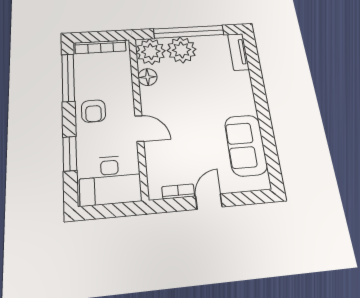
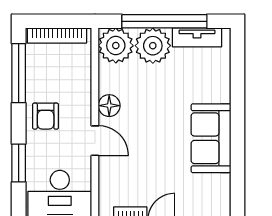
tv unit: (238, 52) -> (197, 37), moved, turned -90
floor lamp: (148, 77) -> (109, 106), moved
sofa: (246, 145) -> (211, 138), moved

